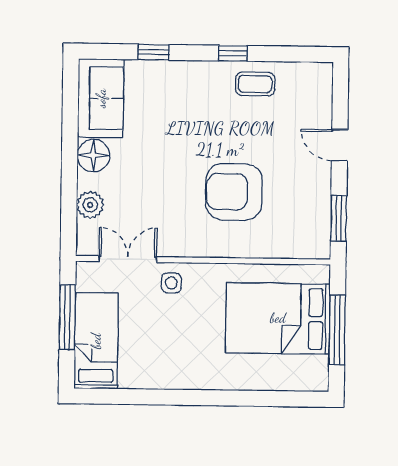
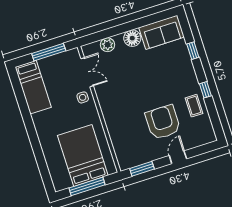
armchair: (234, 192) -> (163, 122), moved
bed: (96, 341) -> (33, 87), moved, turned 90

